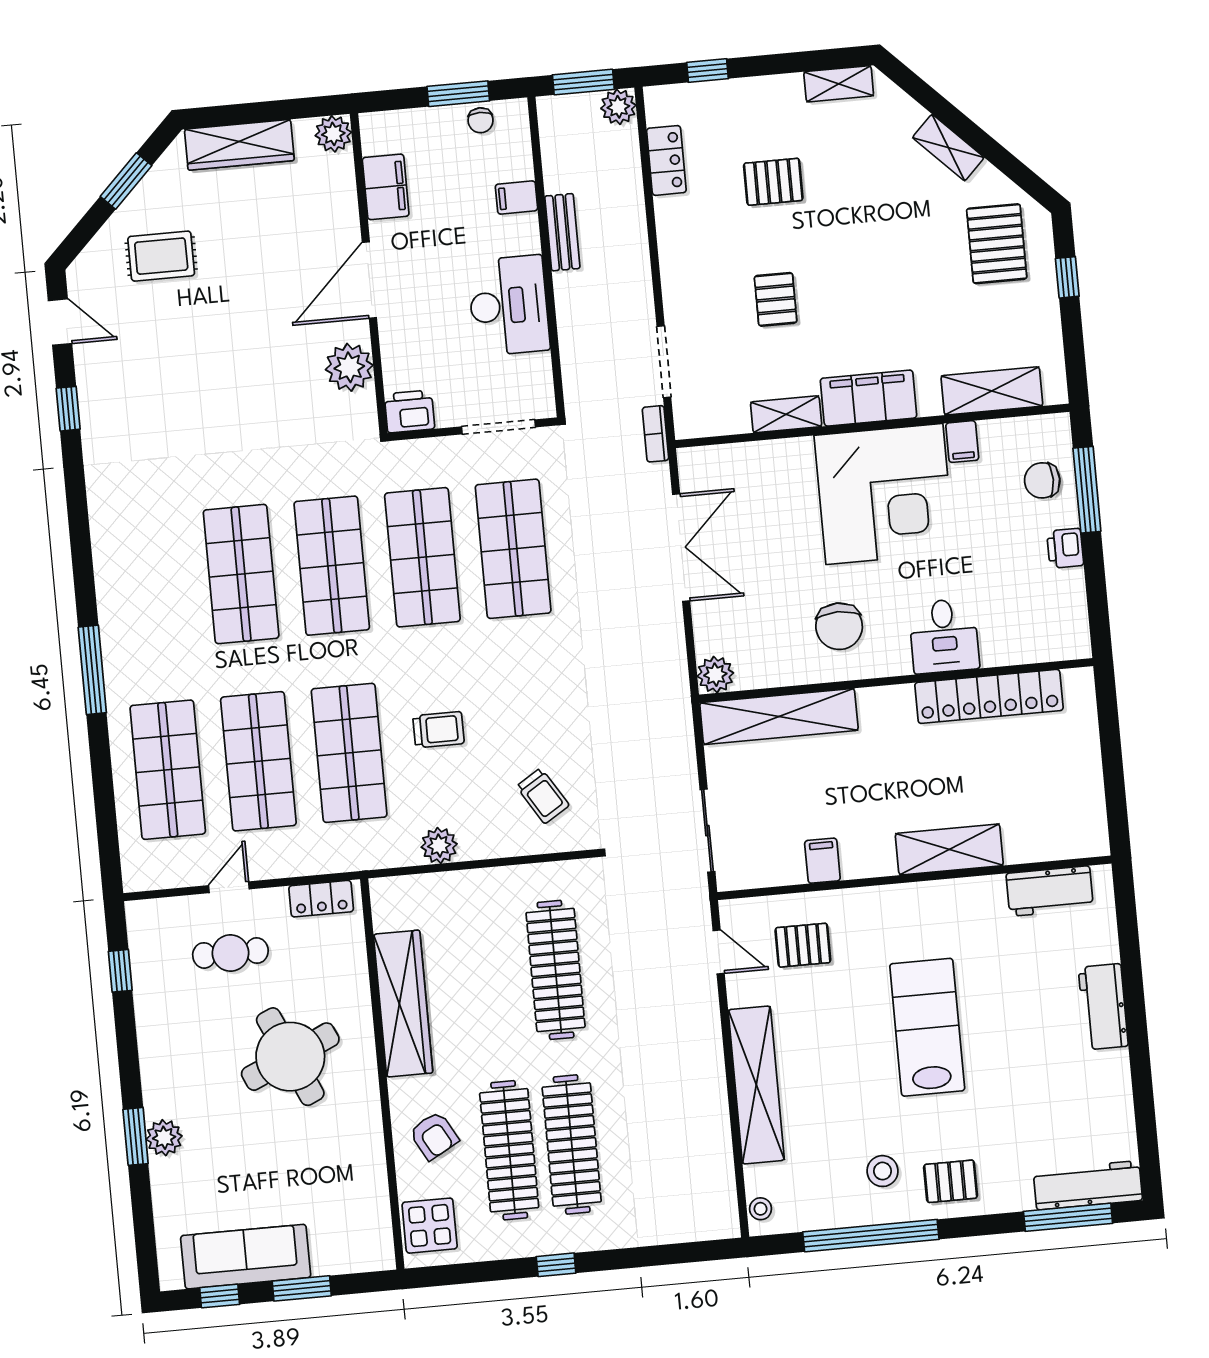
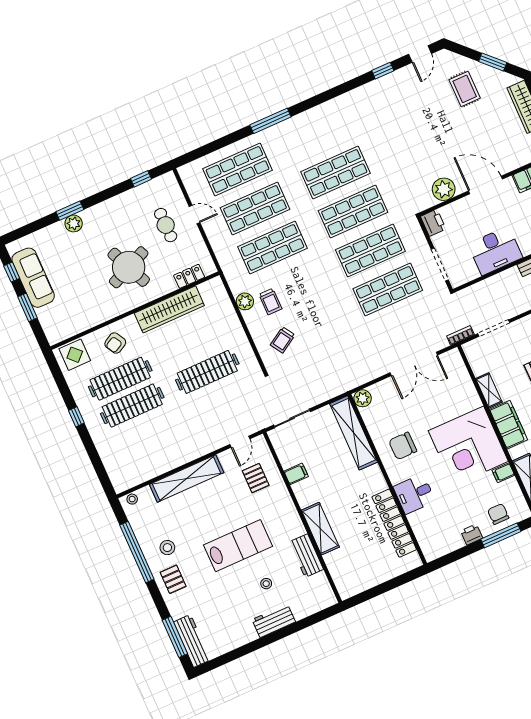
trolley: (439, 730) -> (270, 302), moved
workbench: (1050, 891) -> (306, 556), moved
locker: (321, 899) -> (189, 276), moved, turned 90
stool: (1023, 996) -> (266, 584), added

